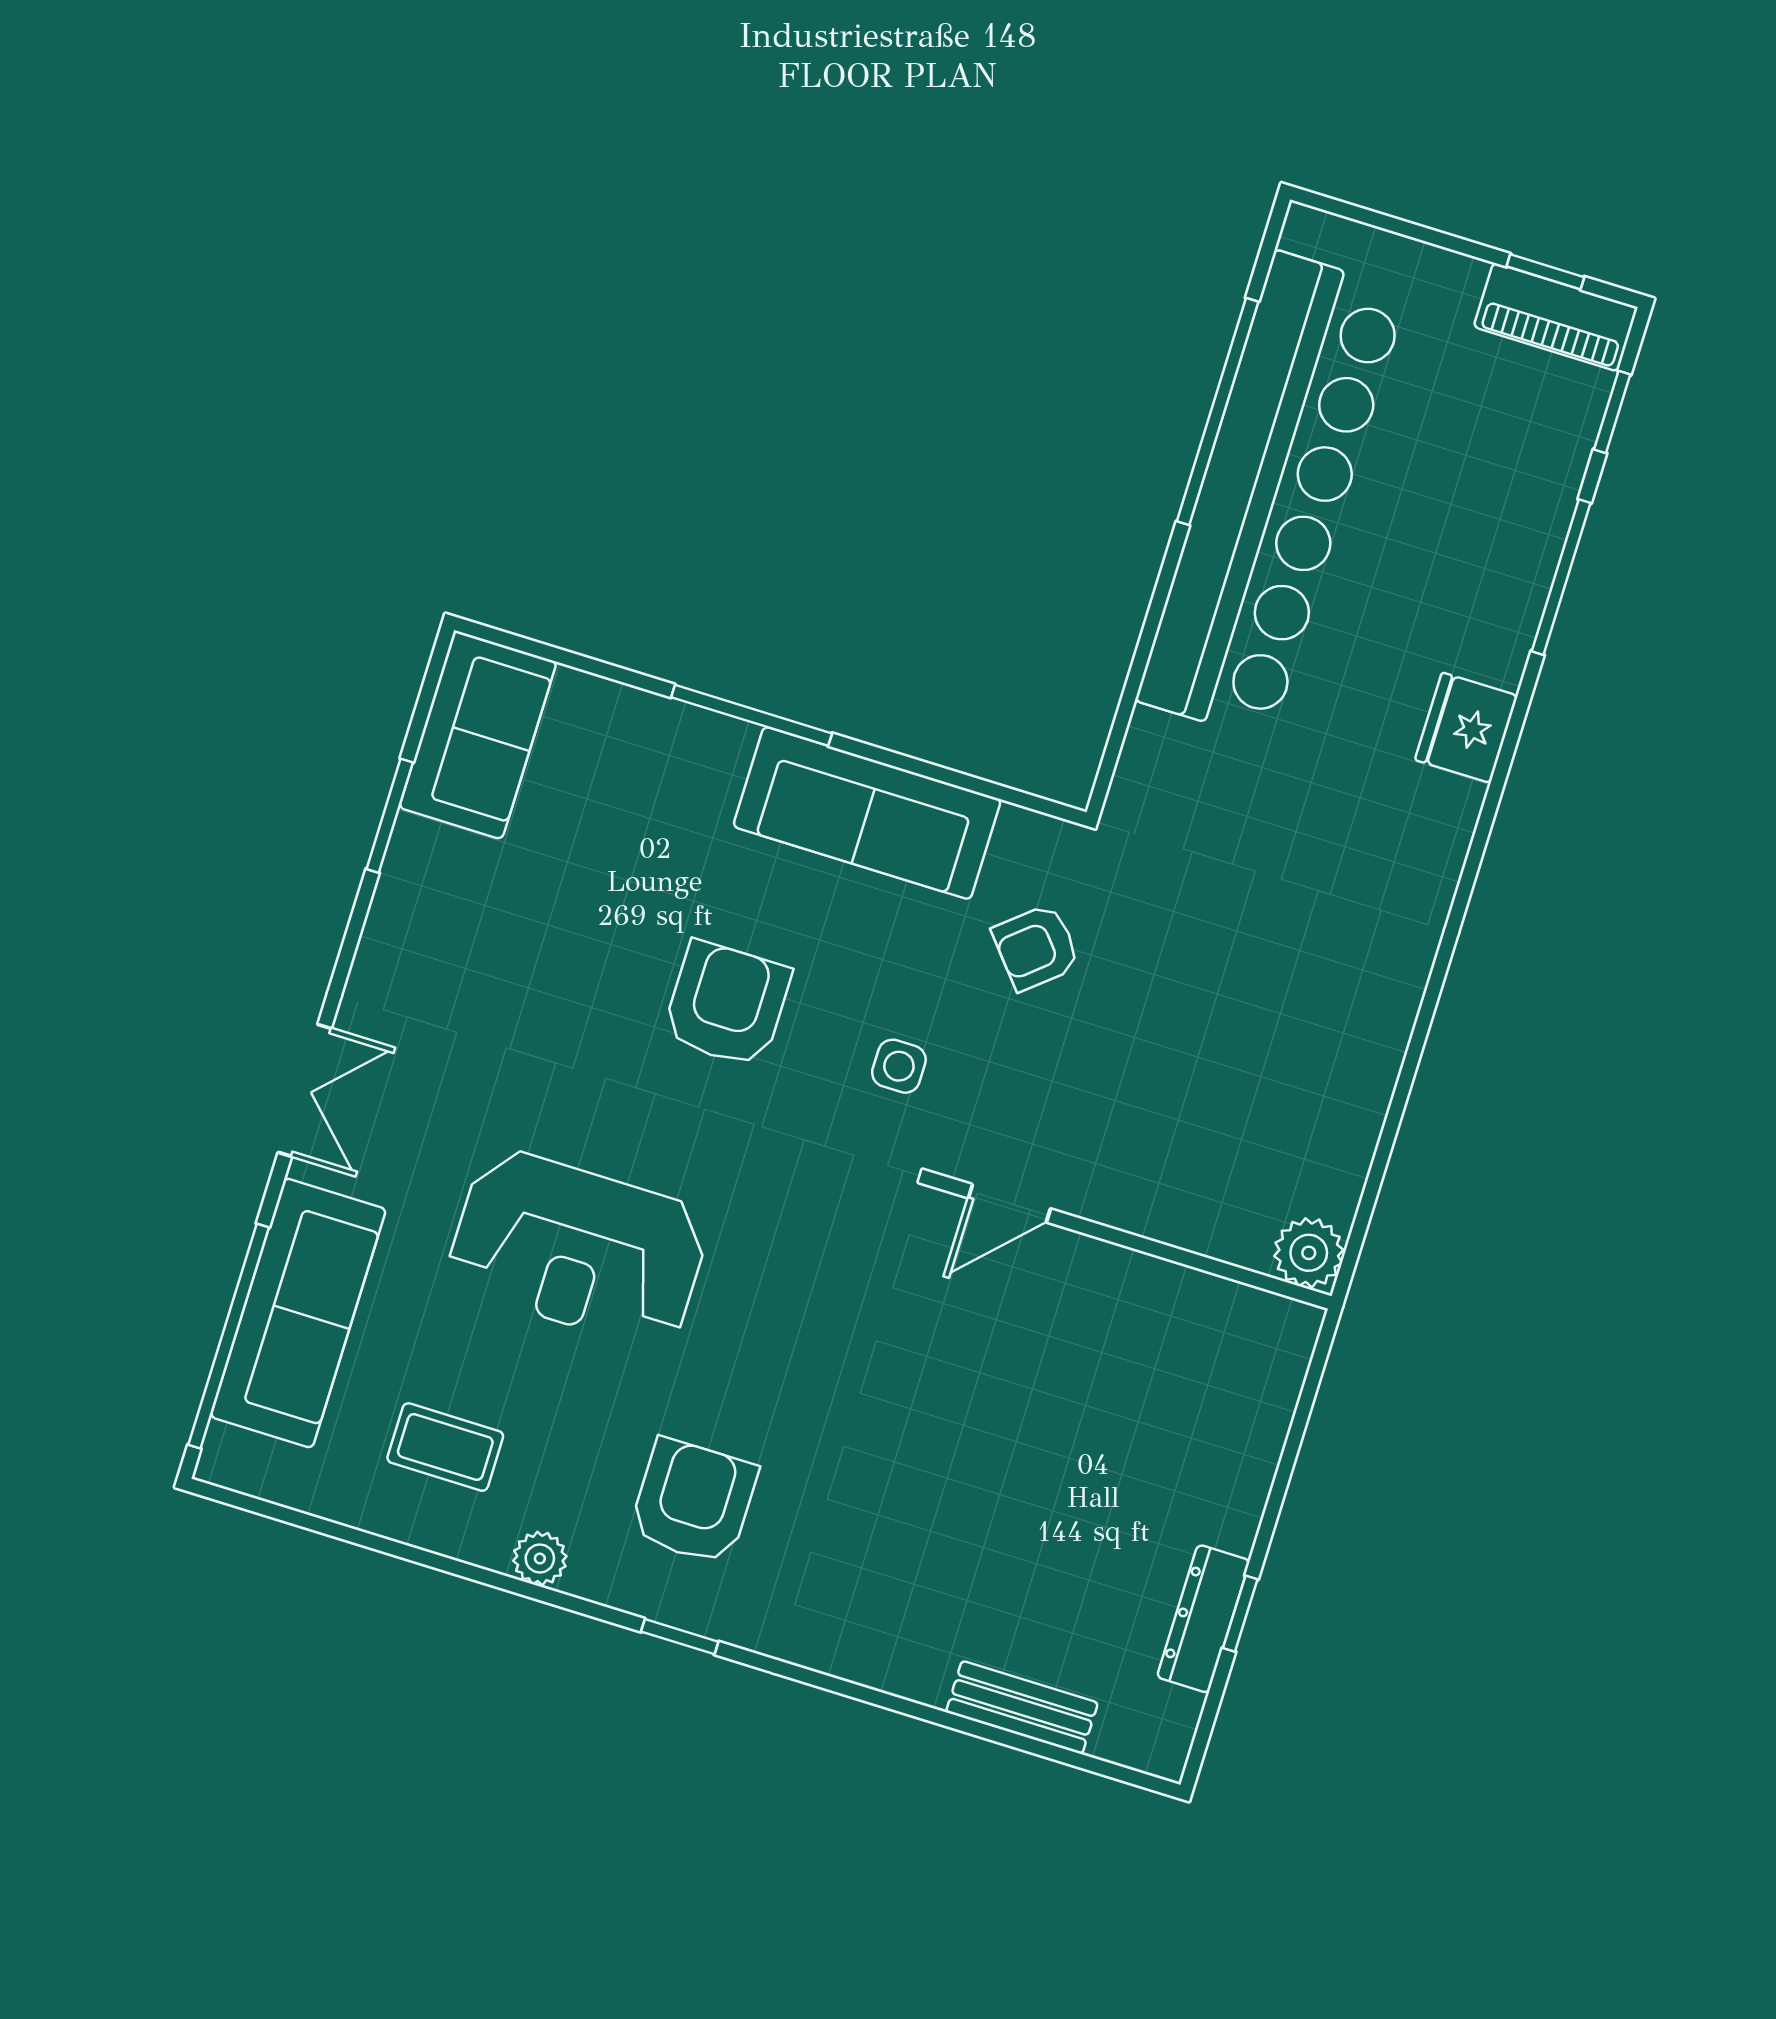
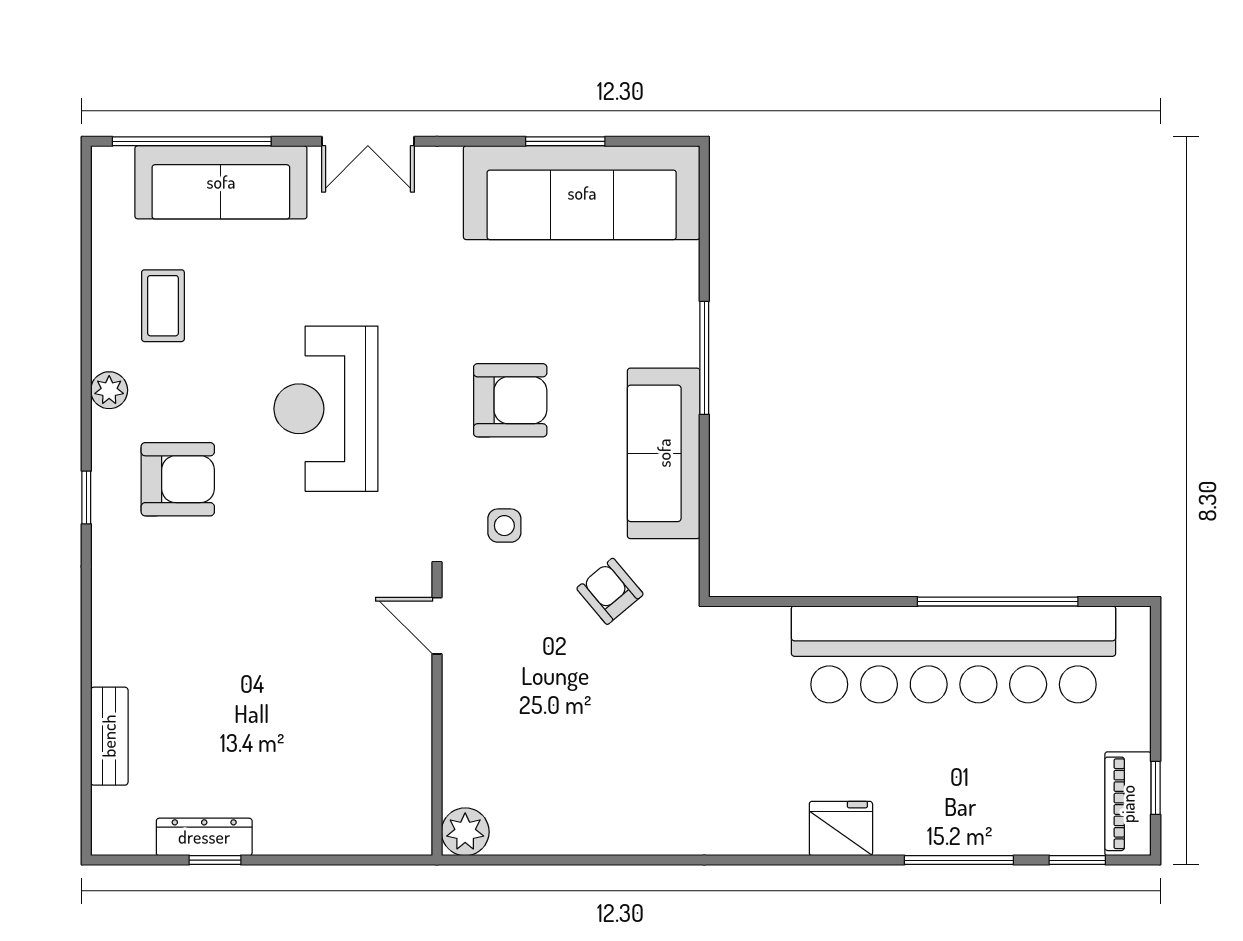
sofa: (478, 735) -> (582, 193), width x1.85, depth x1.27
reception desk: (578, 1249) -> (326, 409), moved

